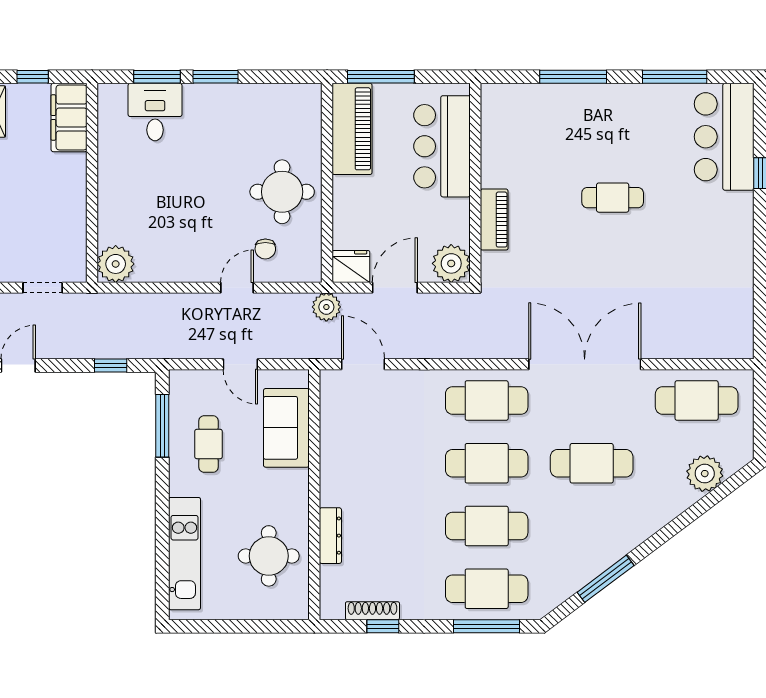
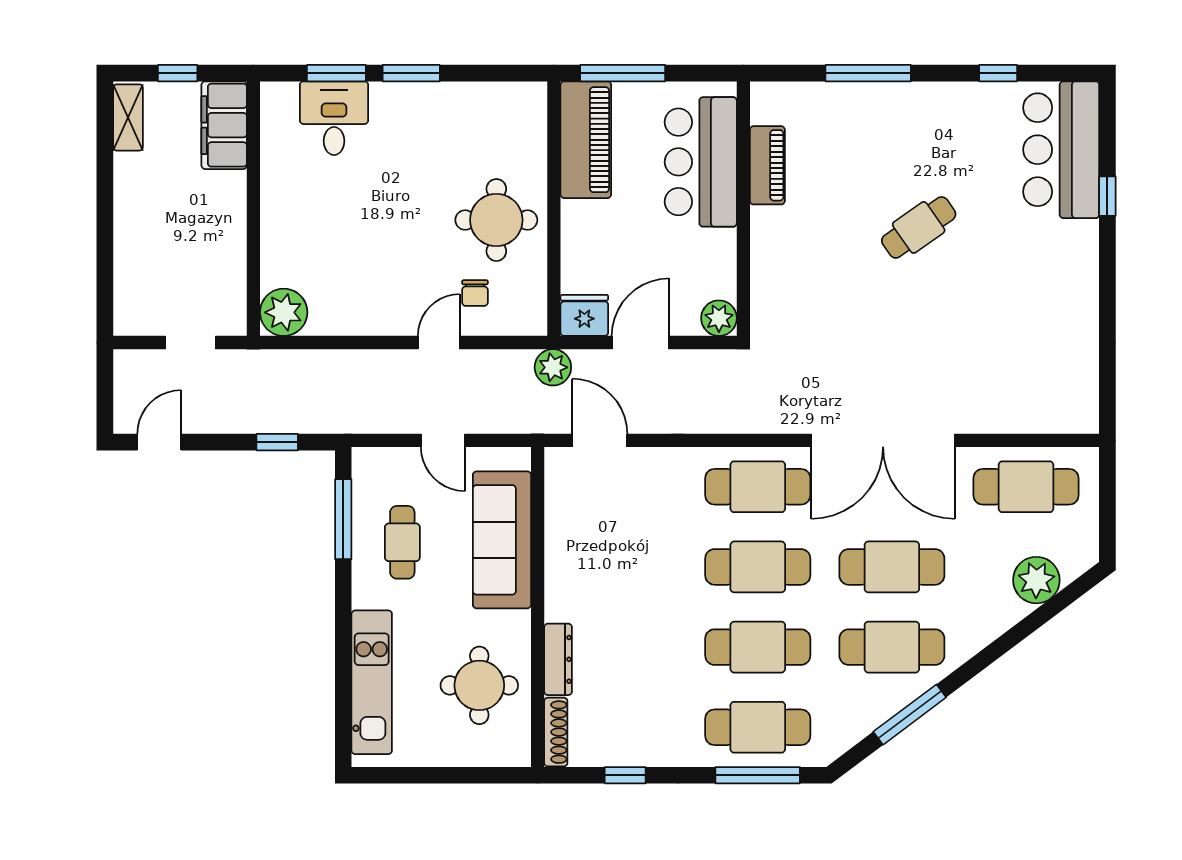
window: (675, 77) -> (998, 73), width x0.46
cafe table: (613, 198) -> (919, 227), turned -35
piano: (494, 220) -> (767, 165), moved
plant: (451, 263) -> (719, 318), width x0.73, depth x0.73
double door: (585, 364) -> (883, 440), swing flipped
sofa: (286, 428) -> (502, 540), width x1.36
cafe table: (592, 526) -> (892, 647), added
shoe rack: (372, 611) -> (556, 732), moved, turned 90

